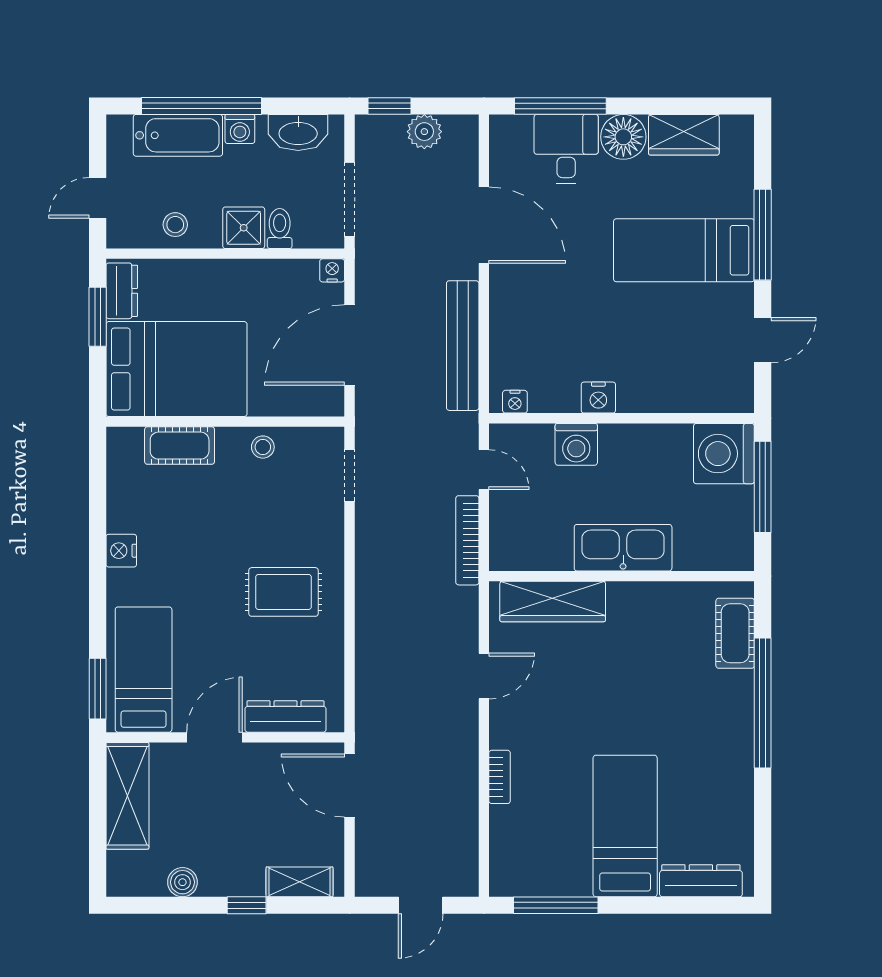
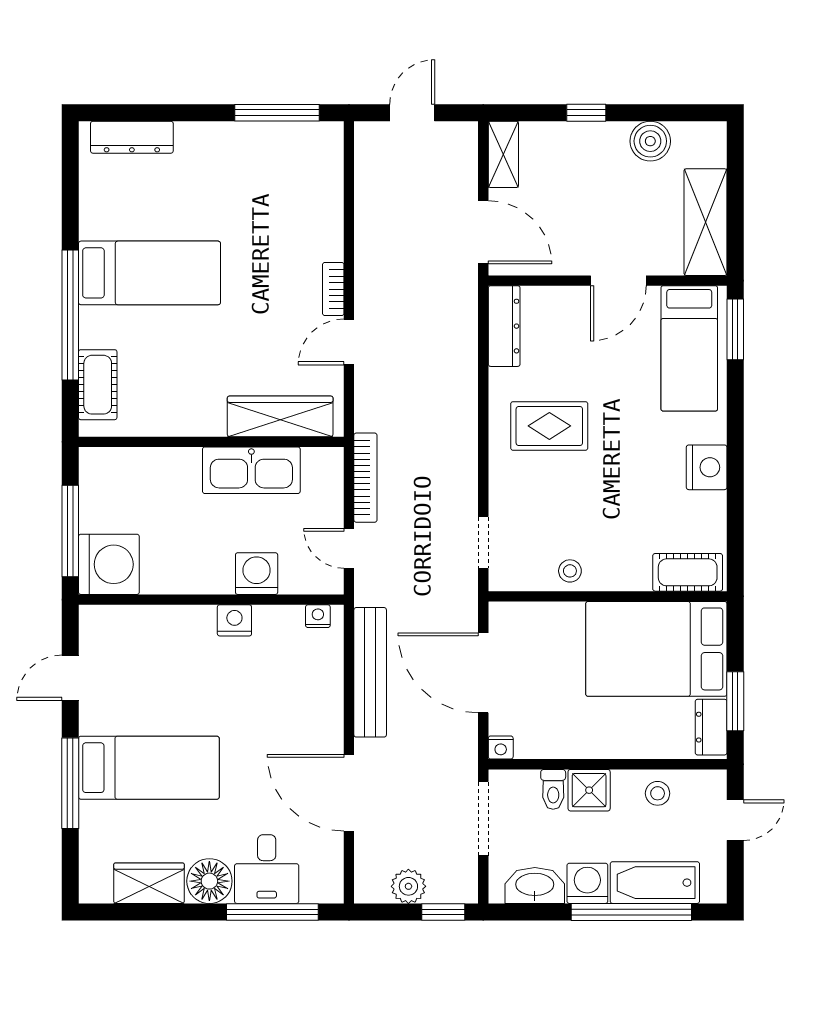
washing machine: (240, 129) -> (587, 883), width x1.38, depth x1.38
door: (350, 345) -> (483, 673), swing flipped
cot: (180, 446) -> (688, 572), moved
kitchen sink: (623, 548) -> (251, 470), moved
nightstand: (121, 551) -> (707, 467), width x1.36, depth x1.33
dresser: (286, 716) -> (504, 326), moved, turned -90
bookcase: (500, 777) -> (333, 289), moved
bed: (625, 826) -> (149, 273), moved, turned -90
boiler: (182, 882) -> (650, 141), width x1.36, depth x1.36
shelving: (300, 882) -> (503, 154), moved, turned 90

